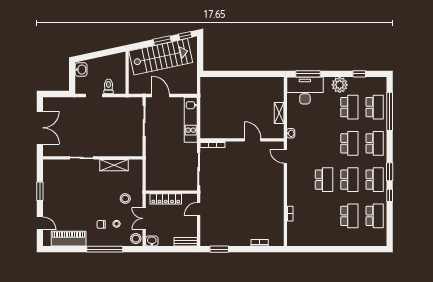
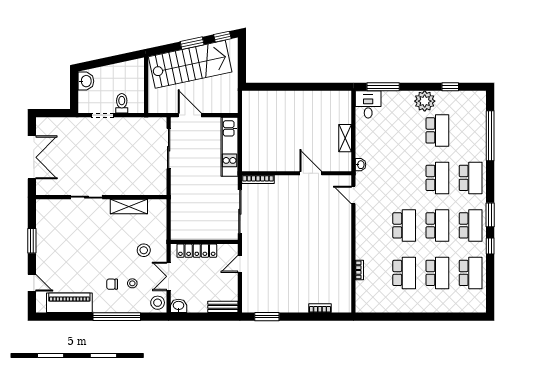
desk: (305, 90) -> (368, 104), width x0.53, depth x0.77
school desk: (375, 107) -> (404, 273), moved

